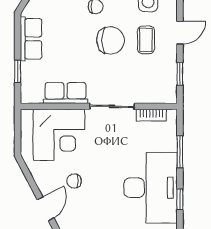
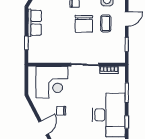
chair: (110, 40) -> (84, 24), turned 90
row of seats: (66, 93) -> (56, 56), removed

